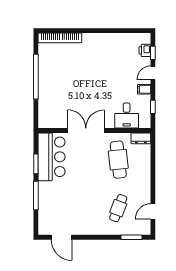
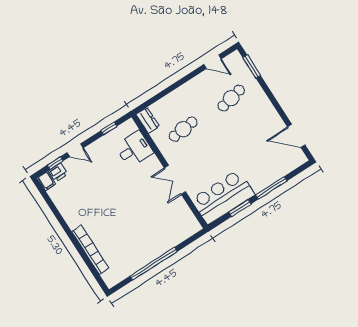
bookcase: (60, 38) -> (90, 250), moved
filing cabinet: (144, 89) -> (47, 181), moved
double door: (86, 130) -> (175, 180), width x0.73
cafe table: (118, 160) -> (183, 129), width x0.73, depth x0.74
cafe table: (118, 208) -> (231, 98), turned -33
door: (61, 237) -> (296, 136), swing flipped

